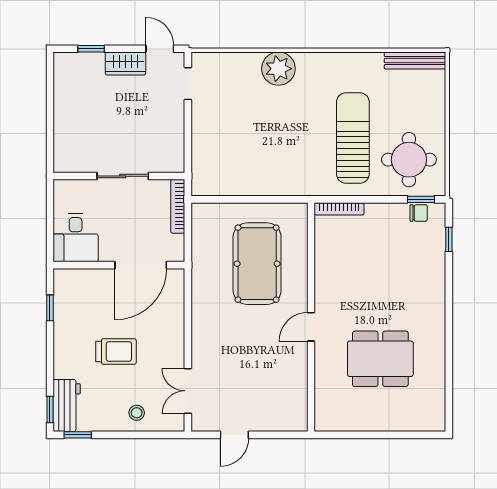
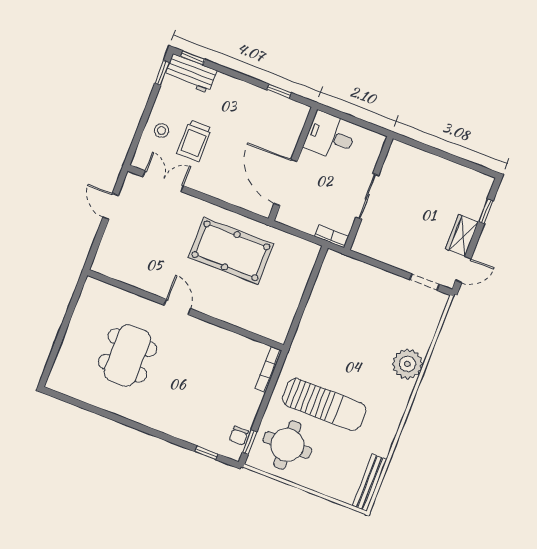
bookcase: (178, 206) -> (332, 236), width x0.64
pool table: (257, 264) -> (231, 251), moved
trolley: (116, 351) -> (194, 141), moved

